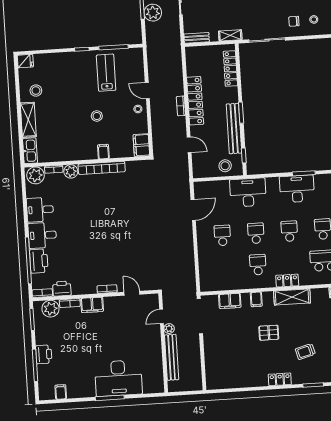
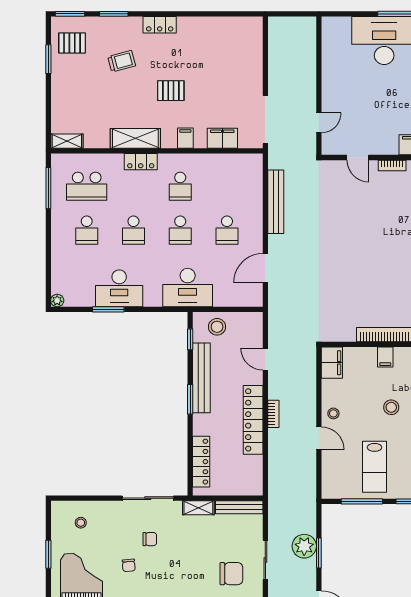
chair: (294, 21) -> (150, 539), moved
bench: (197, 38) -> (239, 507), width x1.36
plant: (169, 329) -> (309, 105), removed
bench: (172, 357) -> (276, 202), moved

